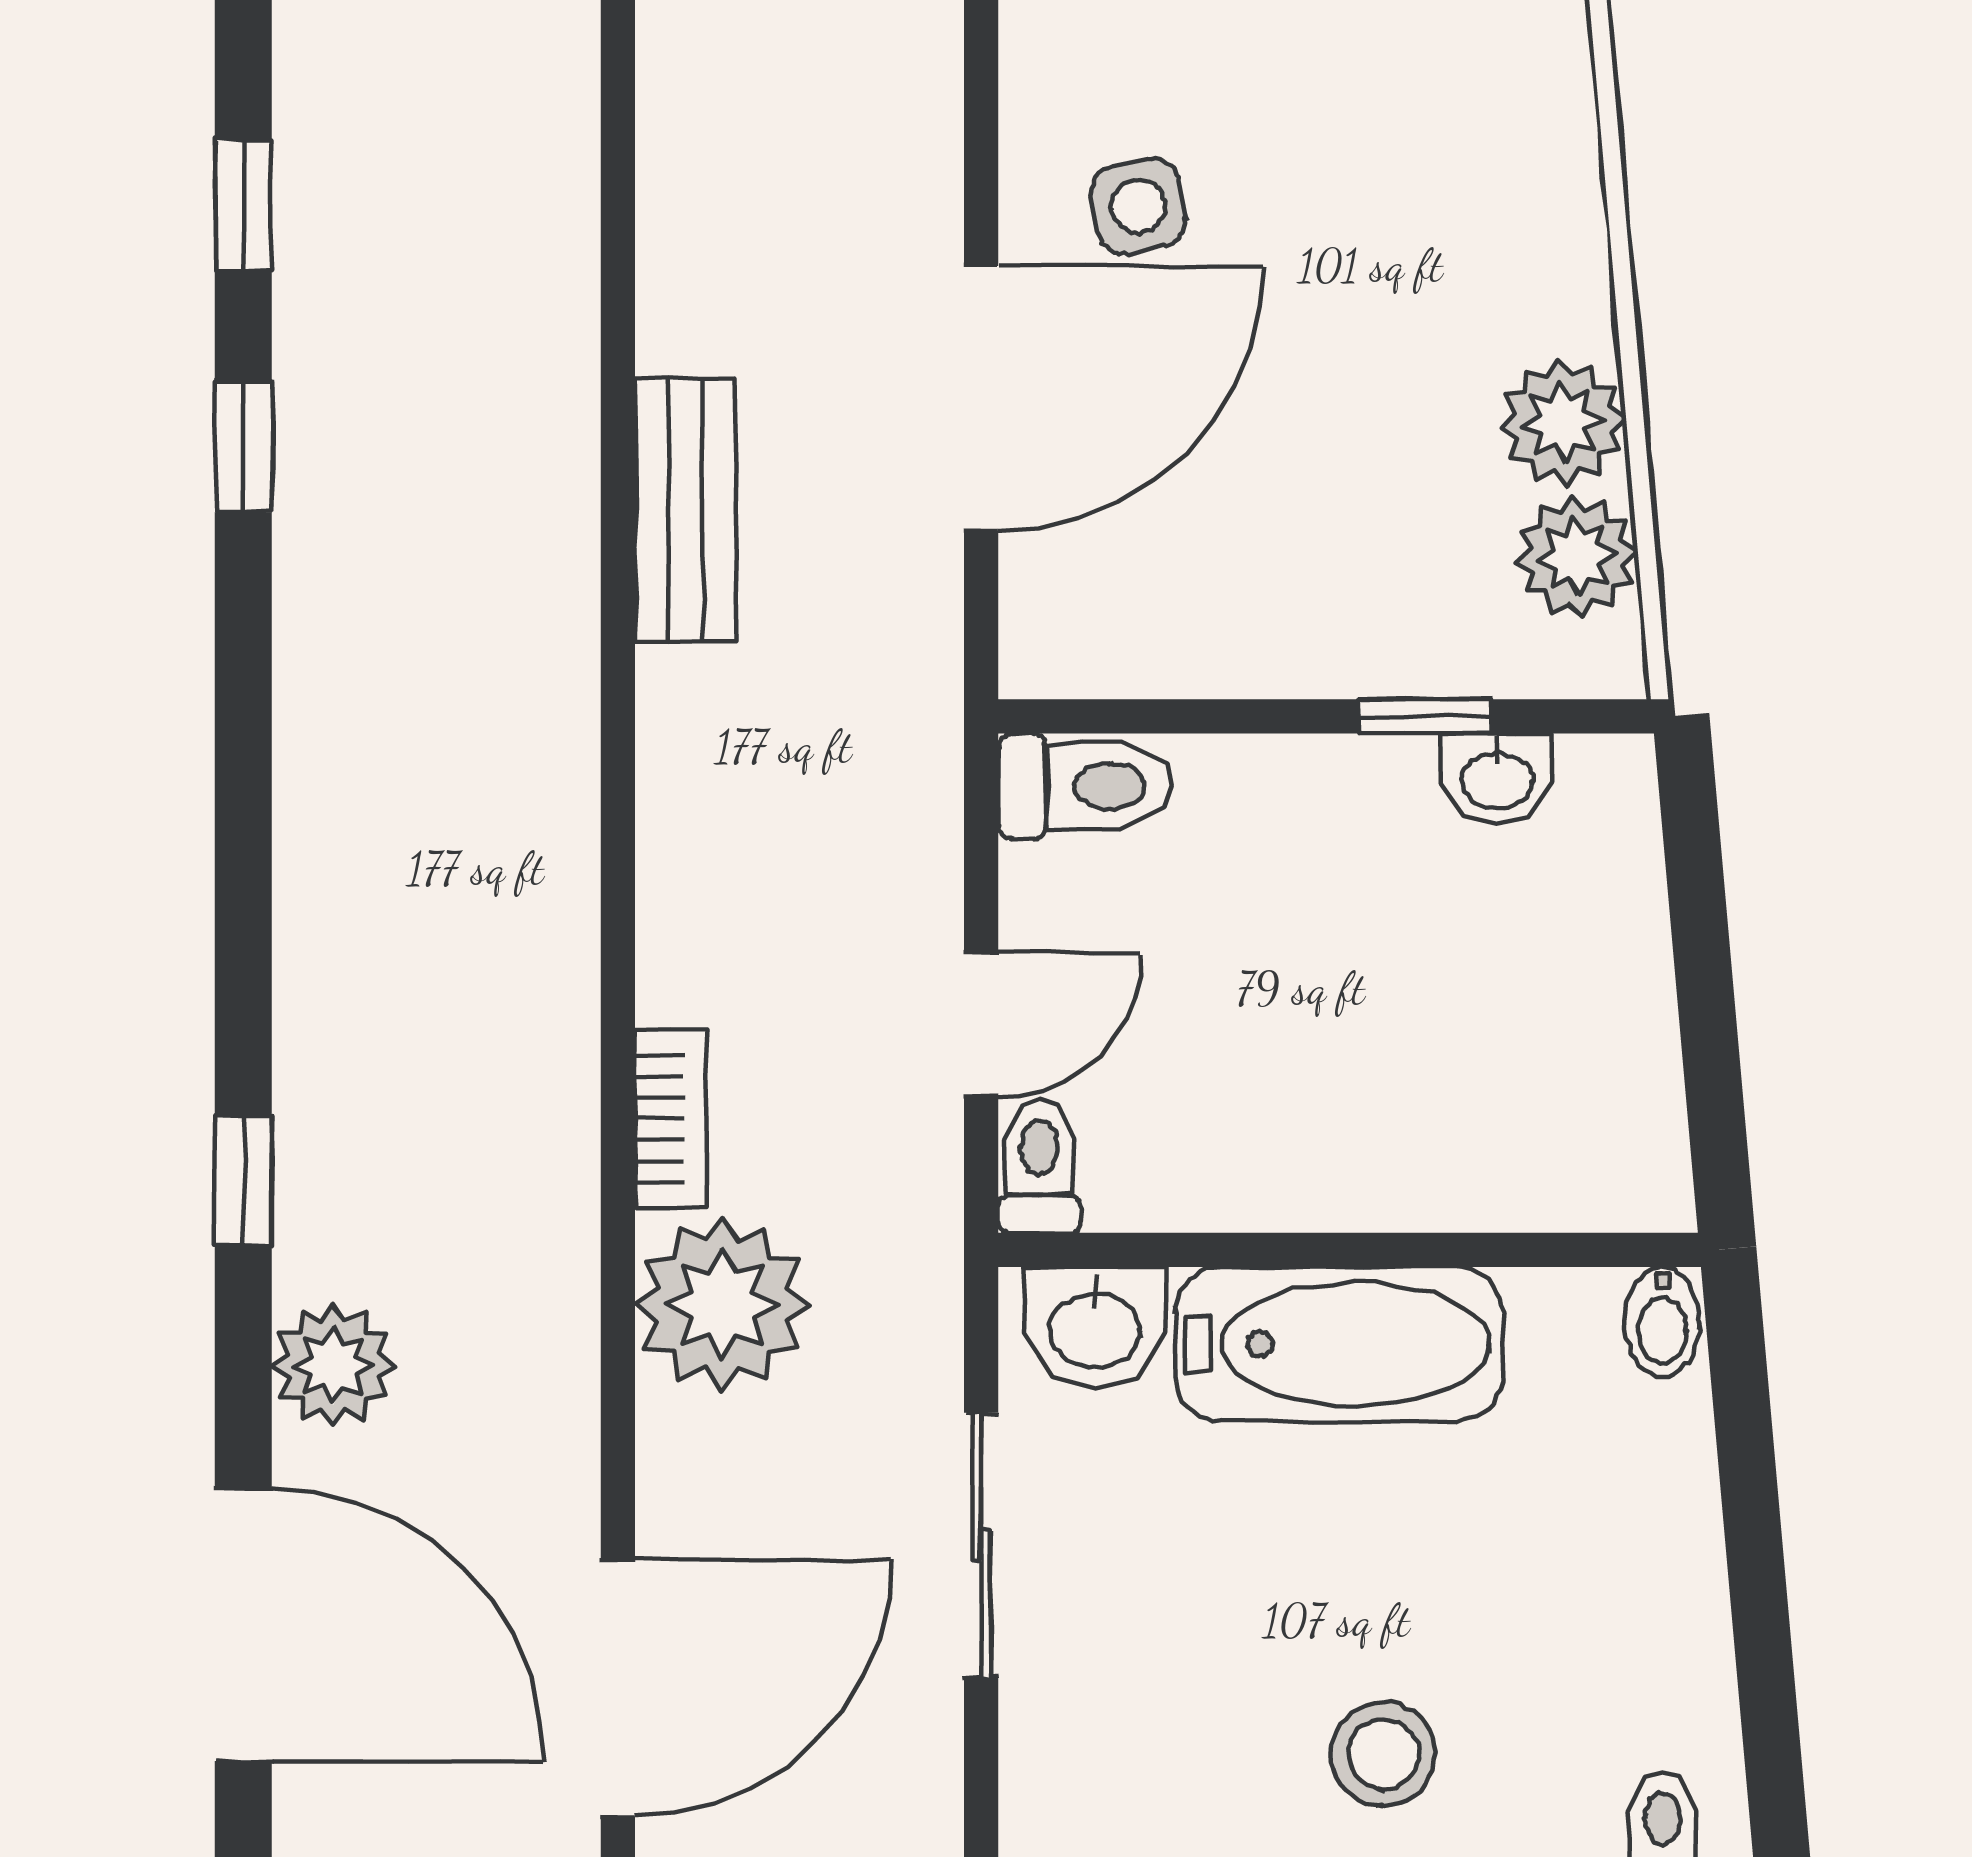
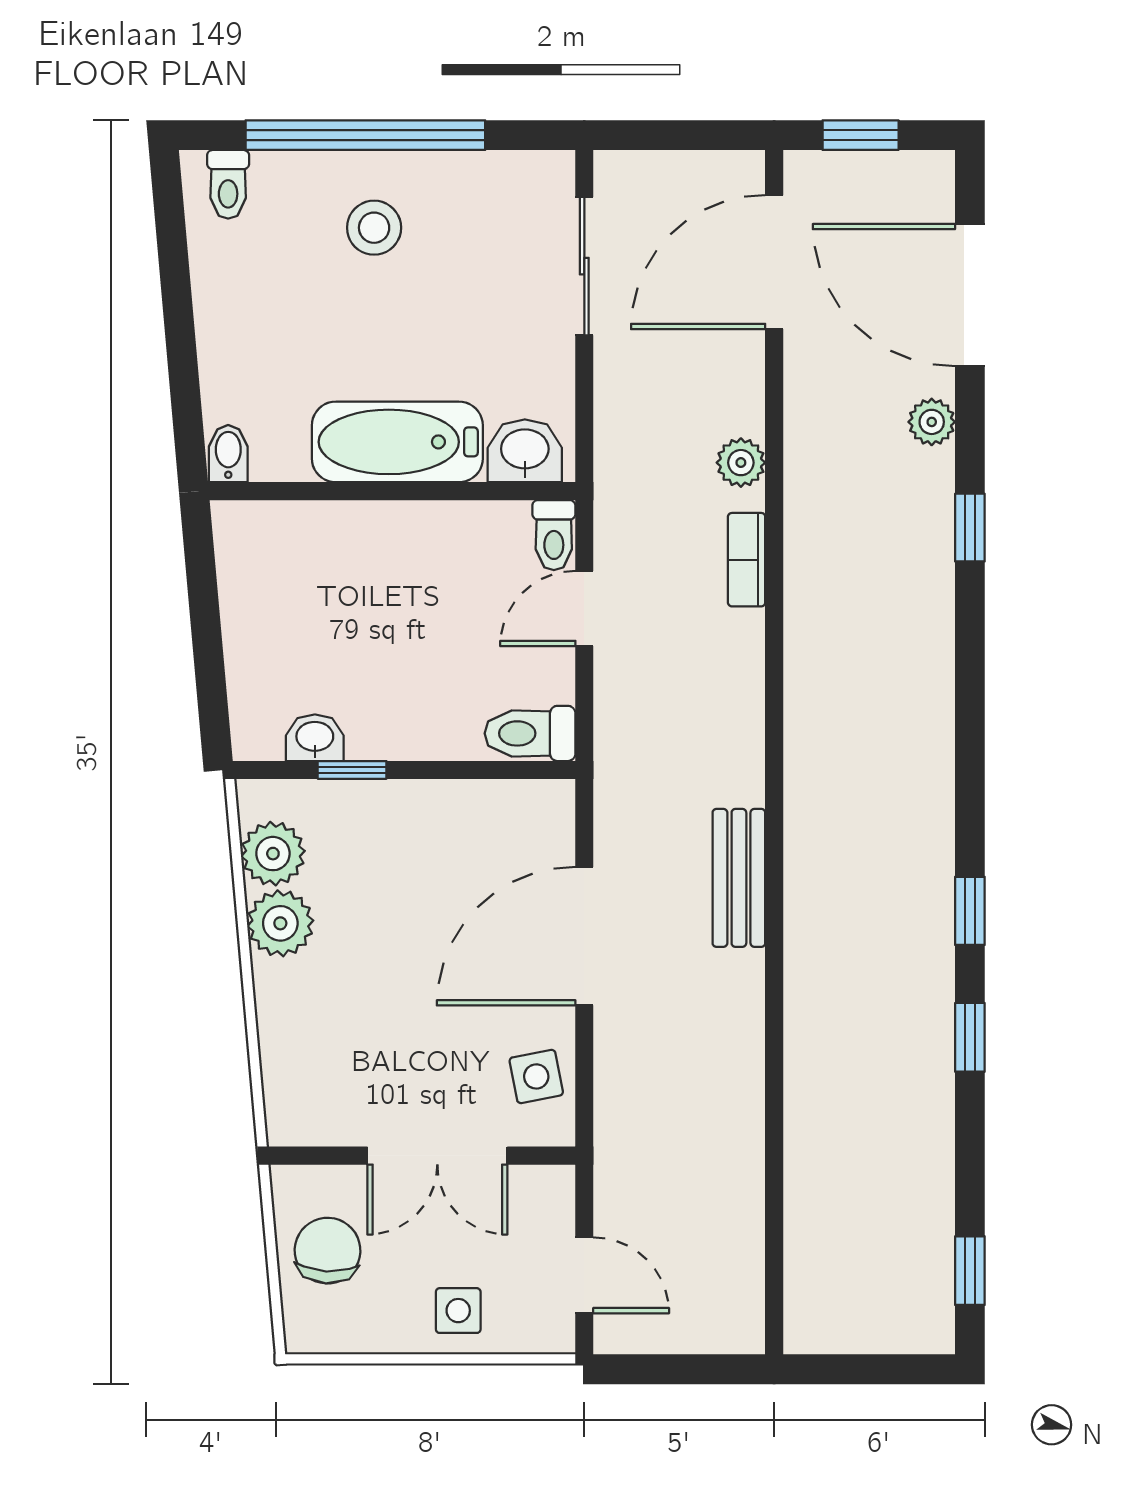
side table: (1138, 206) -> (536, 1076), moved
plant: (722, 1305) -> (741, 463), width x0.53, depth x0.53
plant: (333, 1366) -> (932, 422), width x0.73, depth x0.73
sliding door: (981, 1545) -> (584, 266), moved

